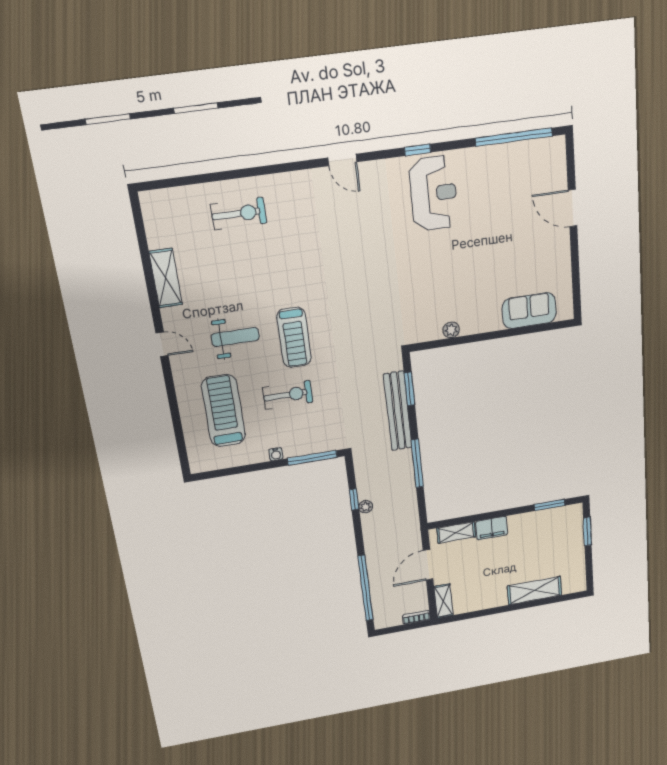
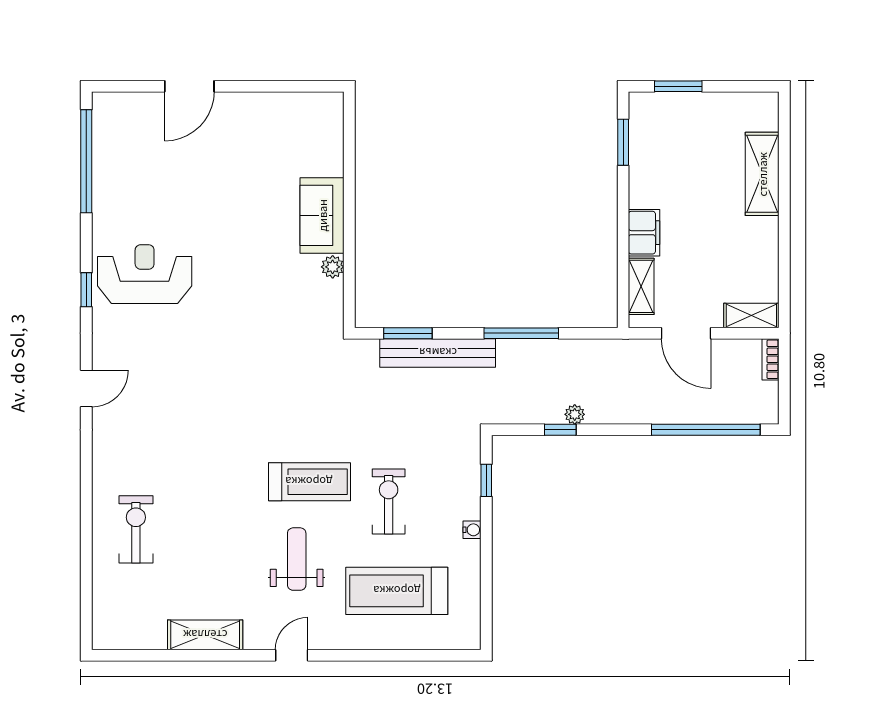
sofa: (529, 311) -> (322, 215), moved
window: (312, 458) -> (486, 480), width x0.46

